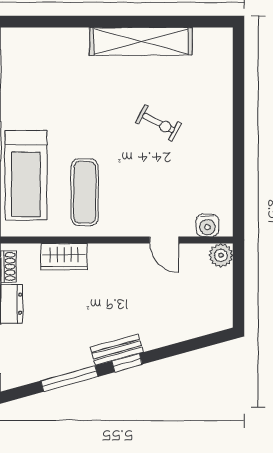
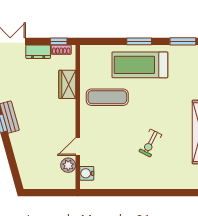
treadmill: (26, 175) -> (140, 65), moved
plant: (221, 255) -> (68, 165), moved

